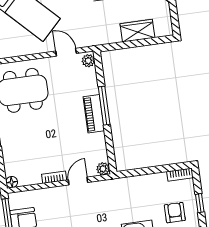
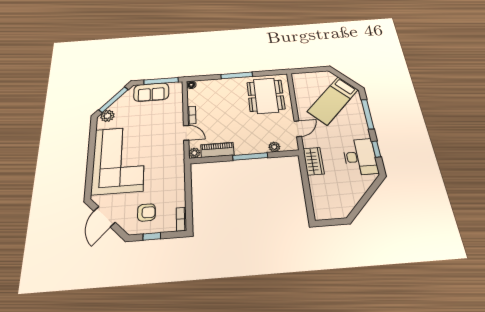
wardrobe: (137, 31) -> (314, 161), moved
plant: (88, 61) -> (274, 147), moved
piano: (94, 114) -> (217, 150), moved

